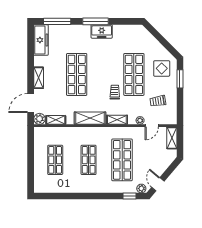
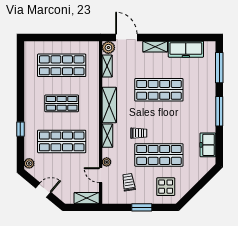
freezer: (102, 31) -> (208, 145), moved
freezer: (41, 40) -> (186, 49), moved
window: (180, 79) -> (142, 207), moved
shop shelf: (55, 160) -> (62, 65), width x1.43, depth x1.36
door: (158, 184) -> (43, 190), moved
window: (129, 196) -> (20, 129), moved

